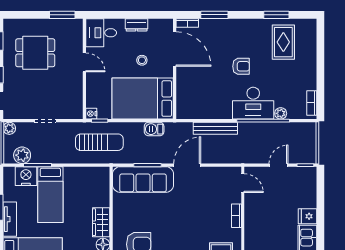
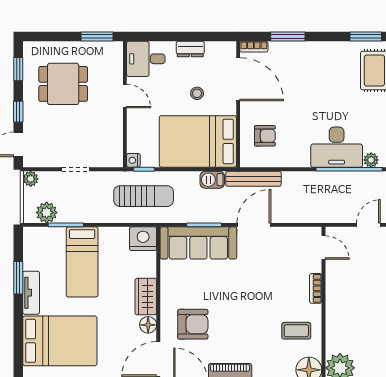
armchair: (241, 66) -> (265, 136), moved
bench: (215, 128) -> (253, 179), moved
nightstand: (26, 176) -> (143, 239), moved

